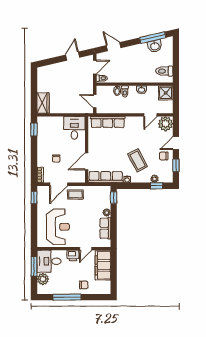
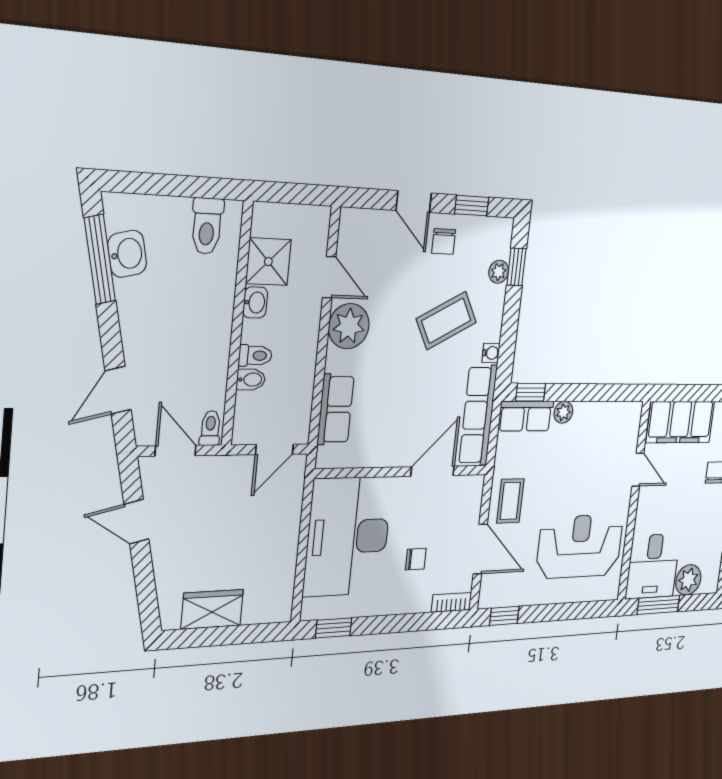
shower: (166, 93) -> (268, 262), moved
wardrobe: (43, 103) -> (212, 609), moved
row of seats: (108, 122) -> (336, 409), width x0.68
plant: (166, 124) -> (349, 326), moved
desk: (74, 128) -> (348, 537), width x1.87, depth x1.30
door: (87, 161) -> (432, 471), swing flipped
row of seats: (105, 228) -> (526, 416), moved
printer: (73, 255) -> (649, 503), removed

